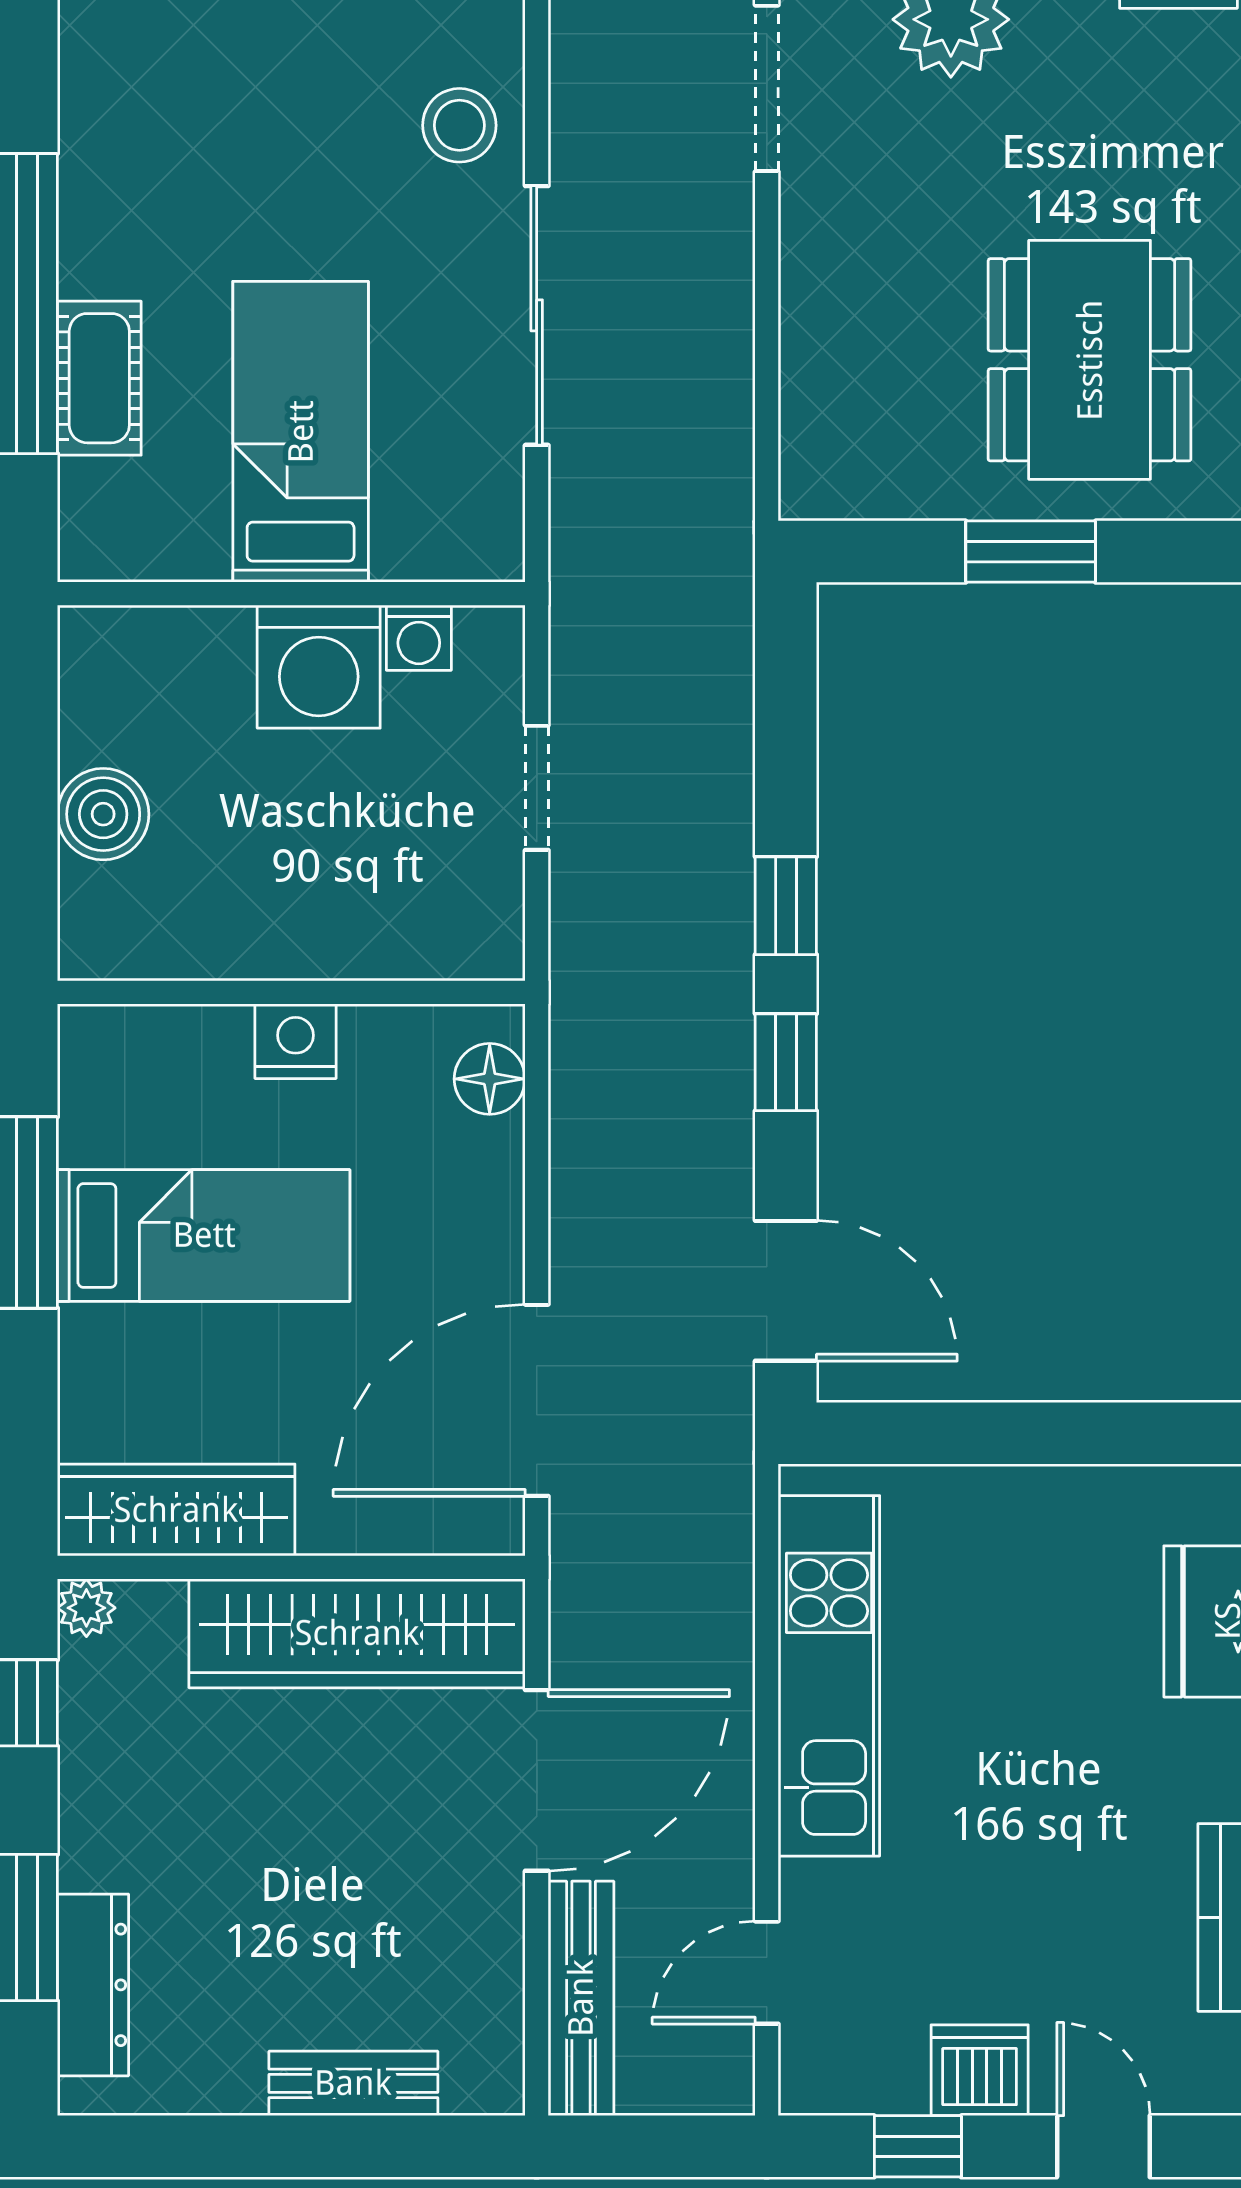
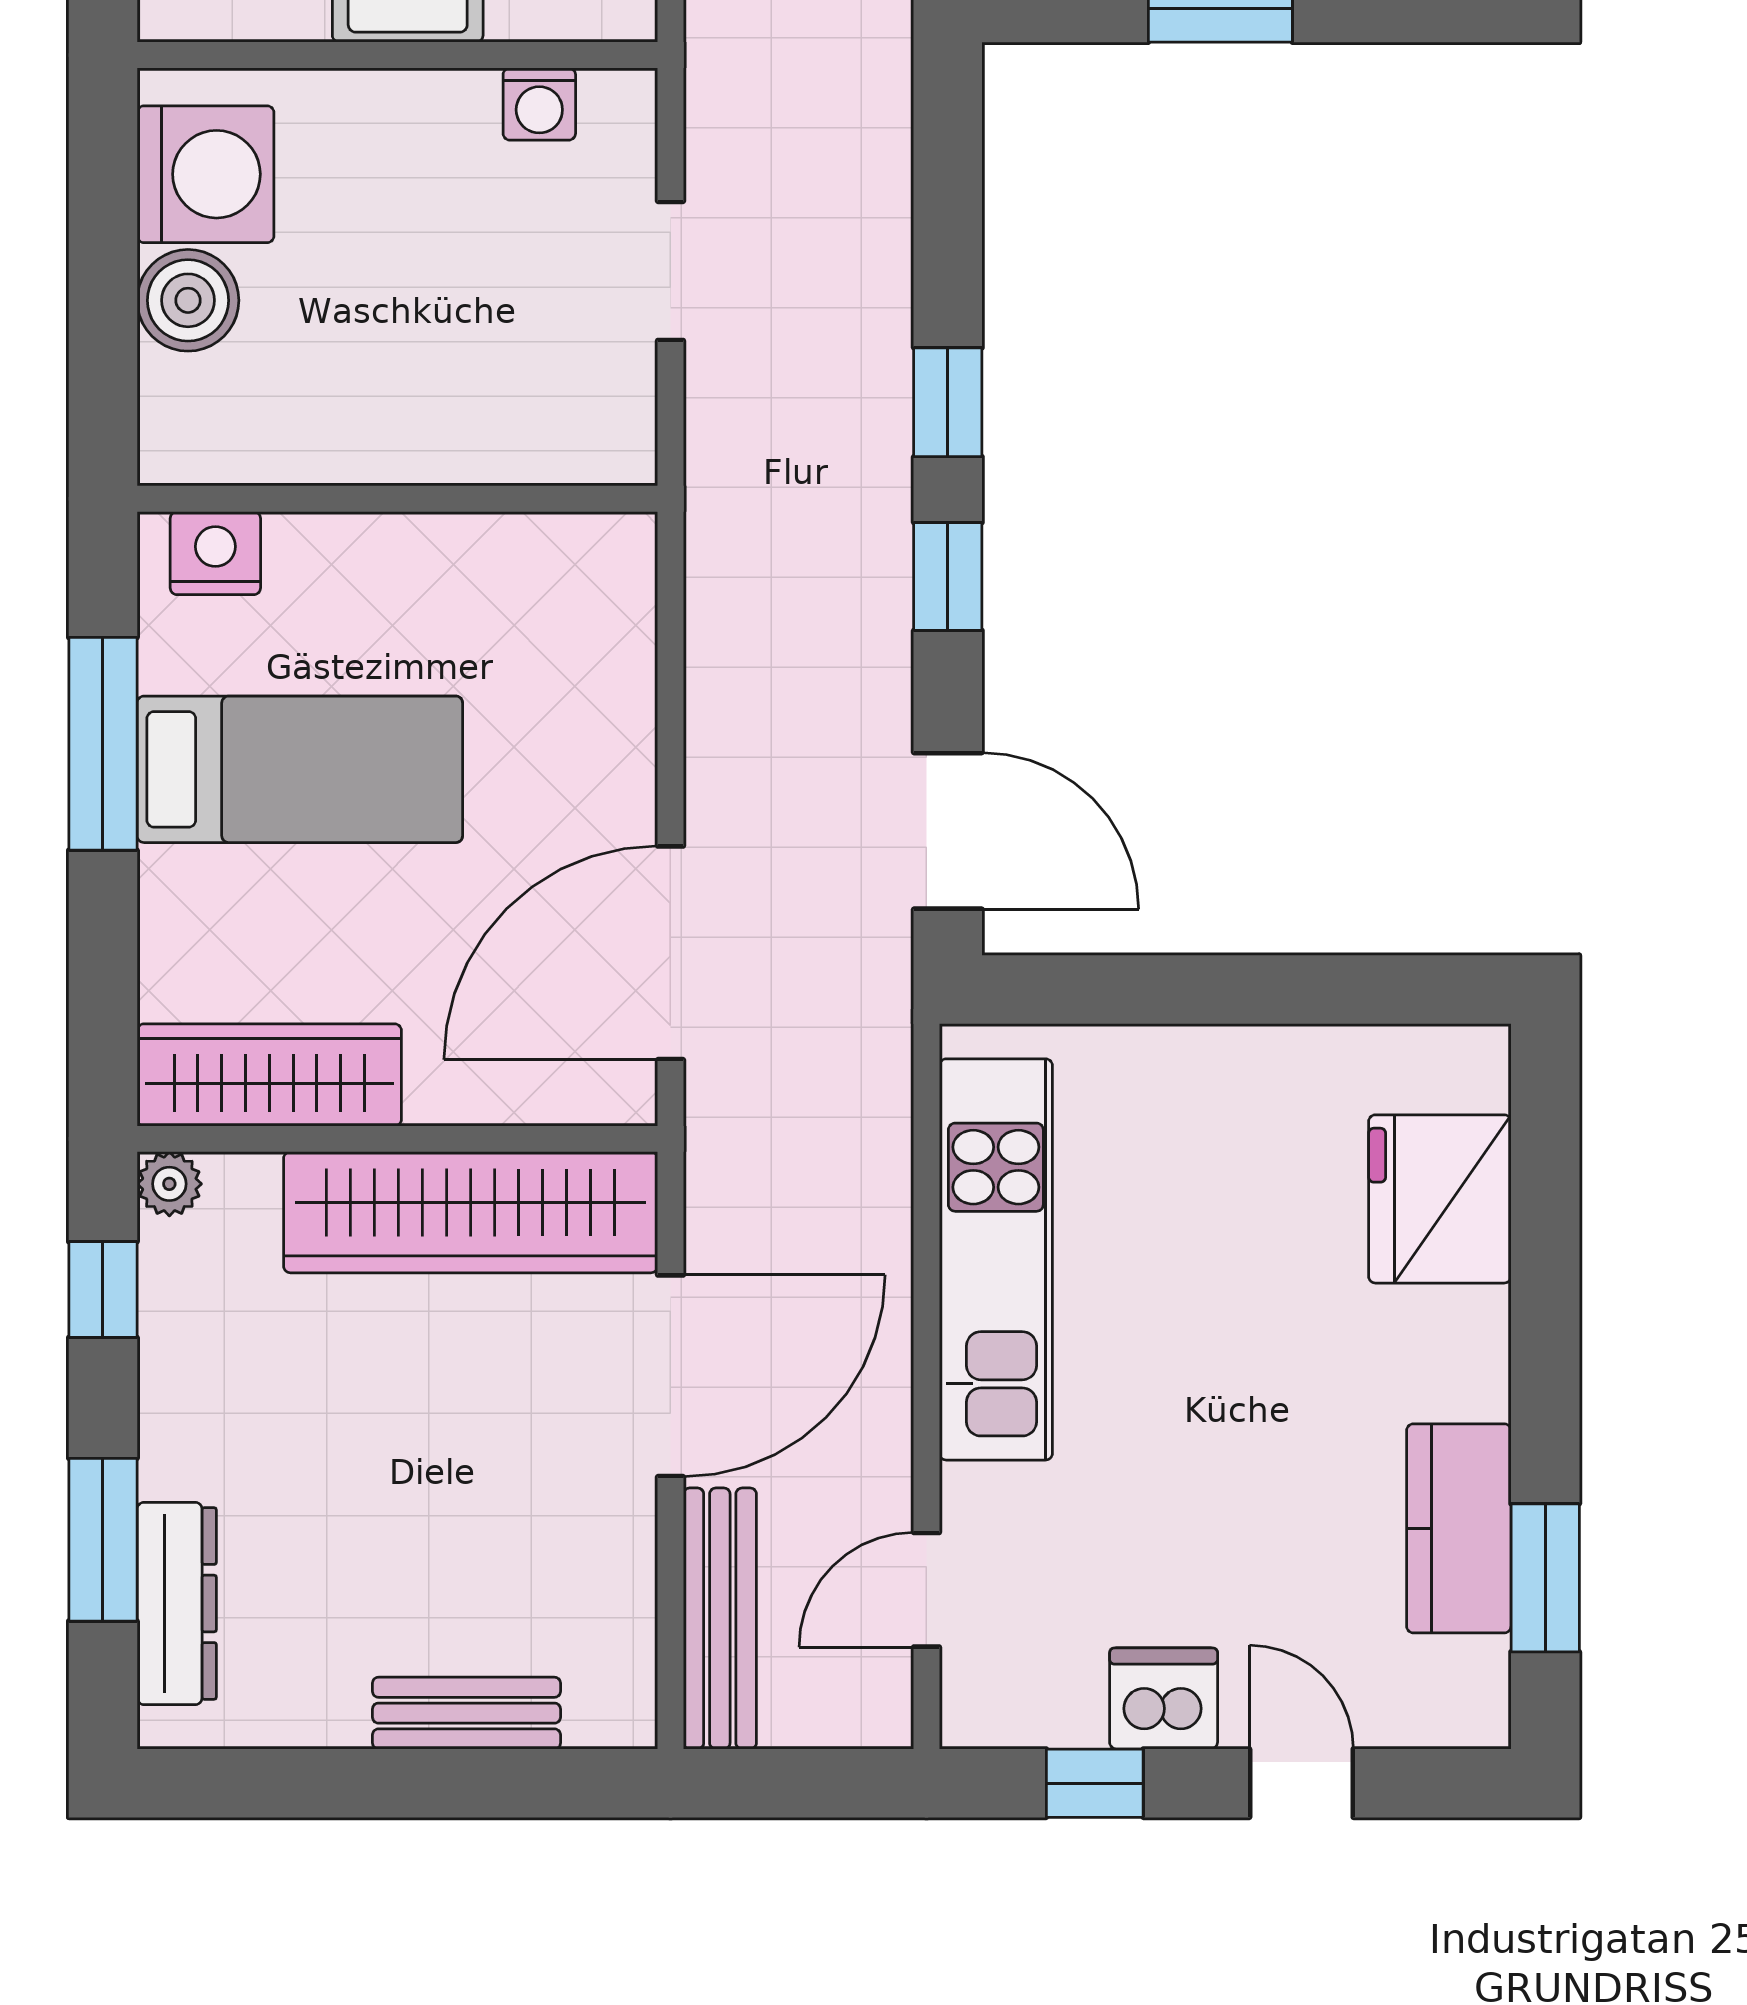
washing machine: (319, 667) -> (206, 174), moved, turned -90
nightstand: (296, 1041) -> (215, 553), moved
floor lamp: (490, 1079) -> (618, 595), removed

